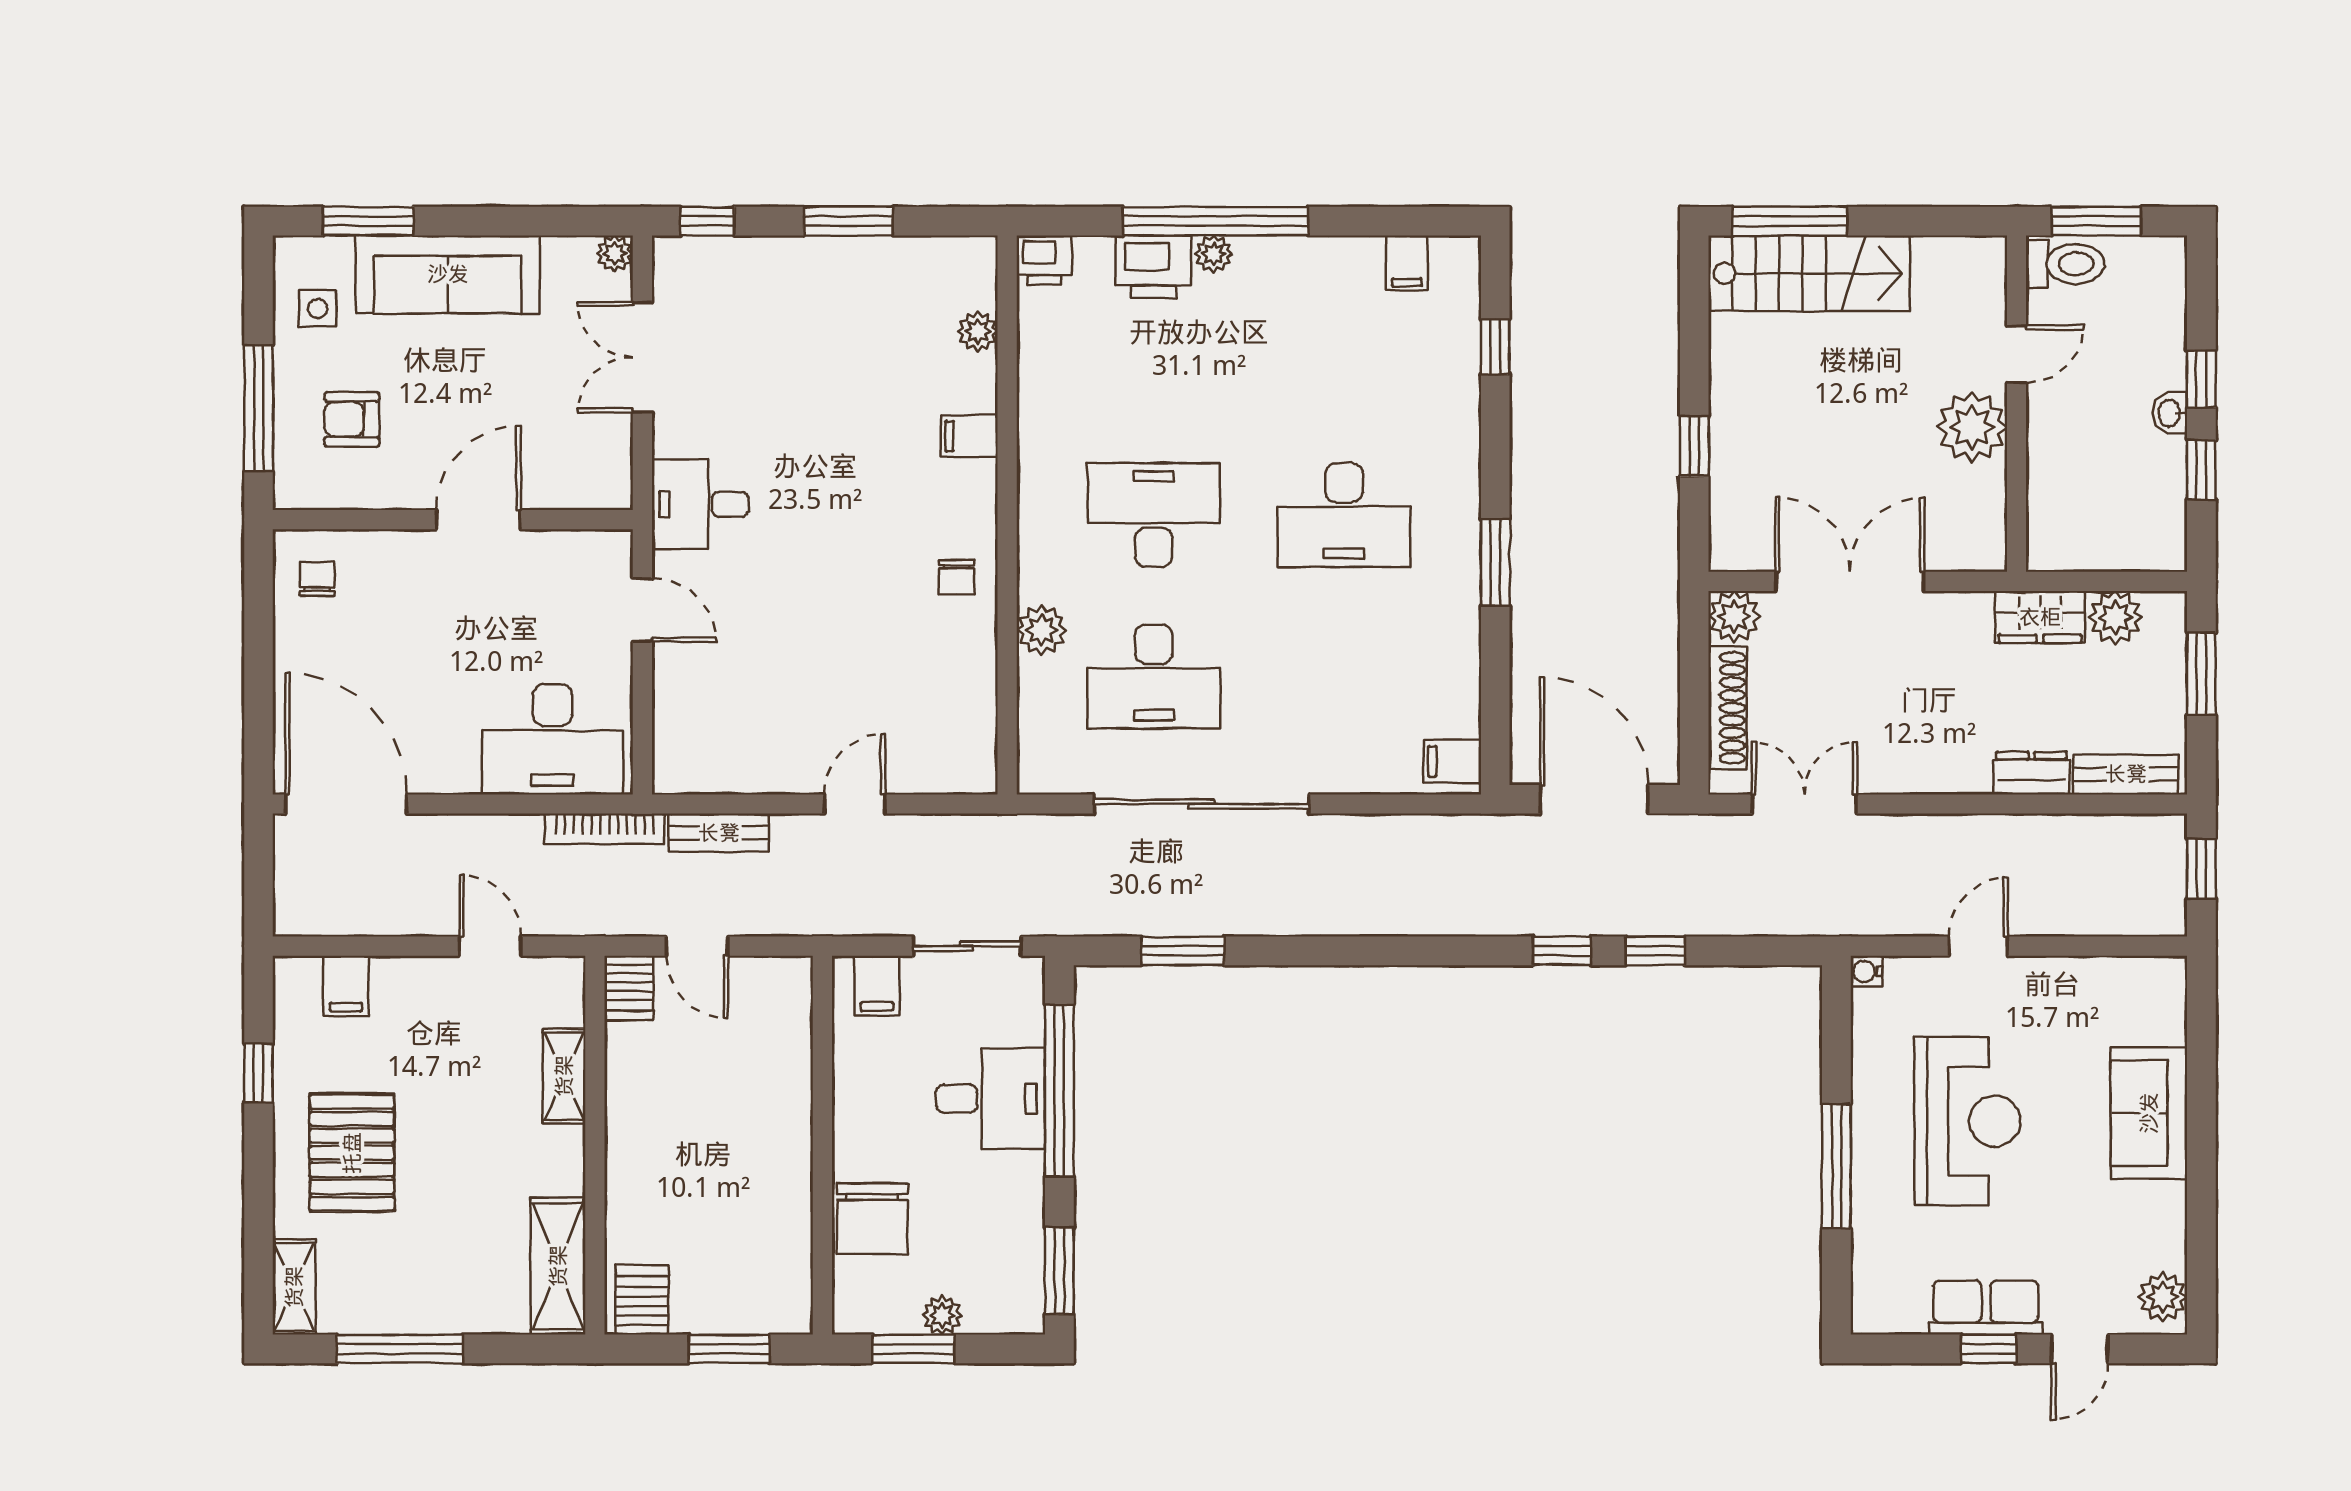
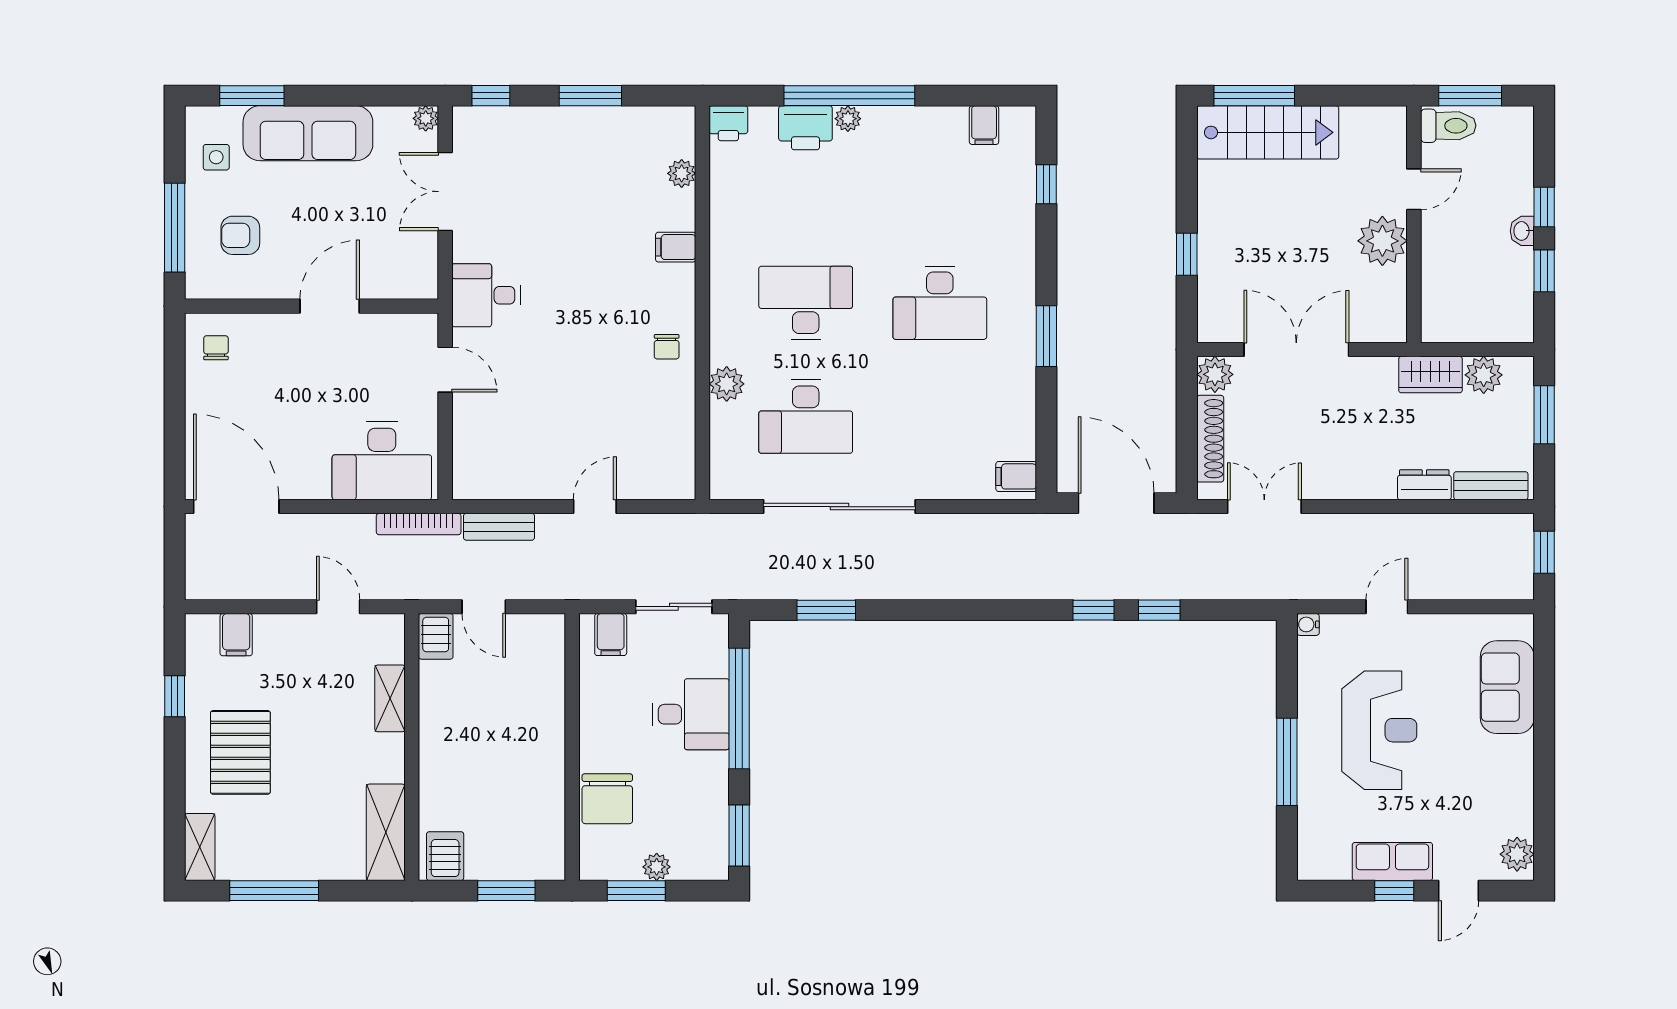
sofa: (2149, 1113) -> (1507, 687), moved

